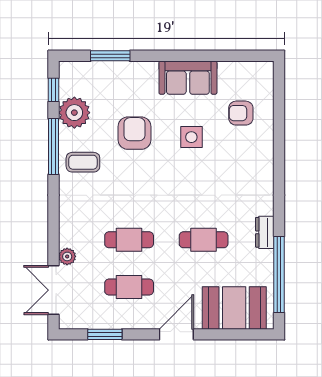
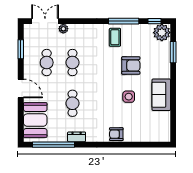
plant: (74, 113) -> (162, 33), moved
armchair: (241, 113) -> (116, 134), moved, turned -90

